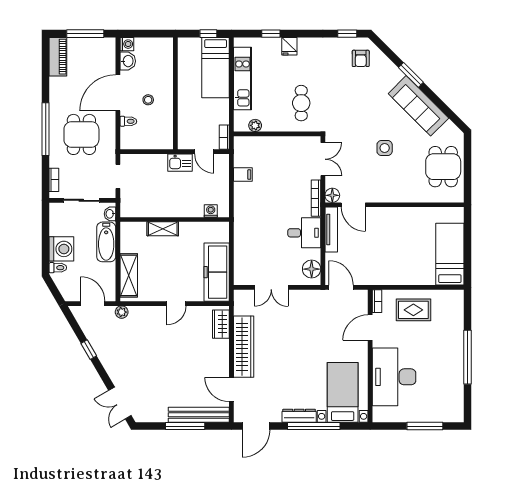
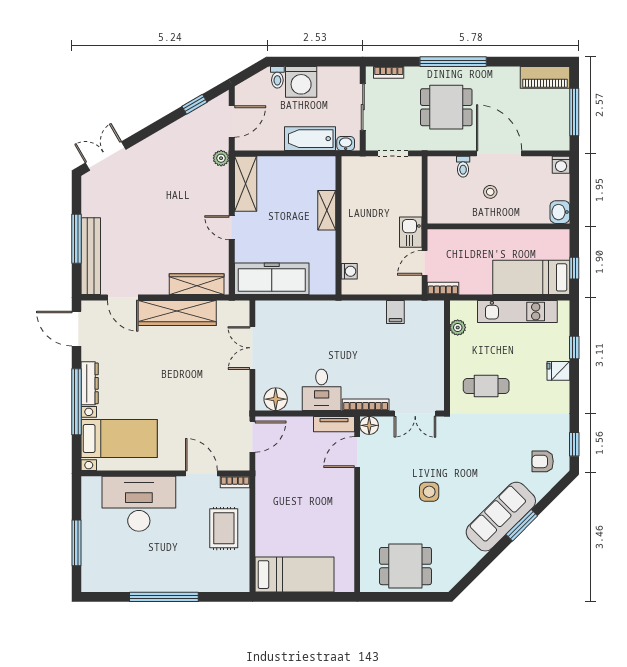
washbasin: (128, 61) -> (560, 212), moved, turned 90
sofa: (418, 106) -> (501, 517), moved
tv unit: (331, 230) -> (334, 424), width x0.71
shelving: (129, 275) -> (246, 184), moved, turned 90
wardrobe: (221, 324) -> (197, 284), width x1.50
window: (89, 350) -> (194, 104), moved
door: (231, 390) -> (123, 297), swing flipped

